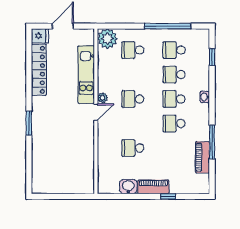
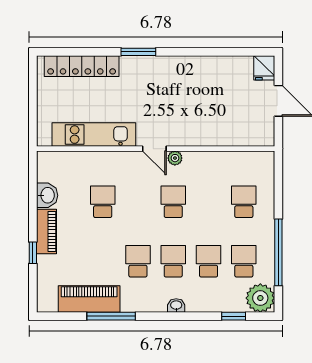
plant: (107, 39) -> (260, 298), moved
locker: (39, 70) -> (82, 66), moved
kitchen unit: (86, 75) -> (94, 135), moved
piano: (202, 157) -> (89, 299), width x1.37, depth x1.33

